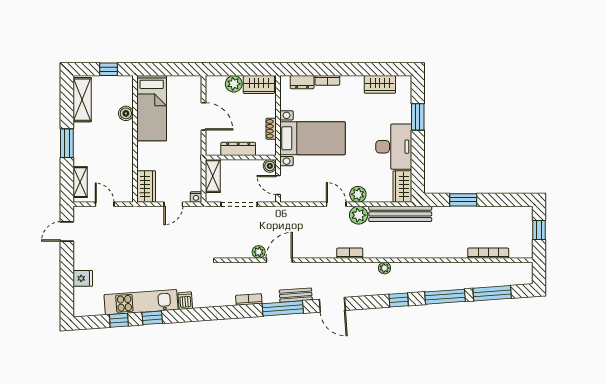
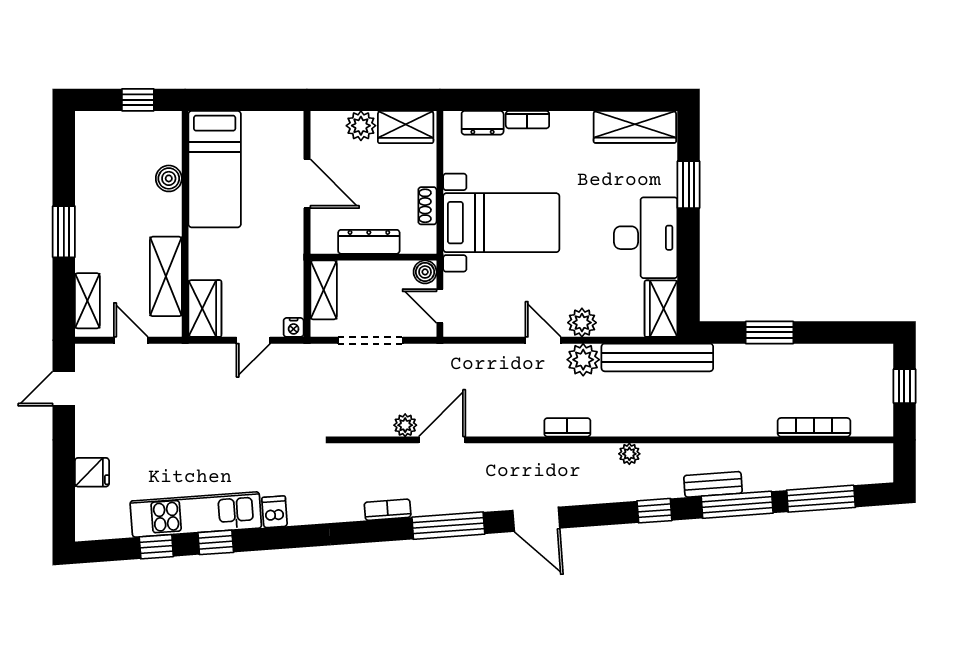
wardrobe: (380, 84) -> (635, 127), width x1.50
shelving: (82, 100) -> (166, 276), moved
bench: (296, 295) -> (713, 484), moved

